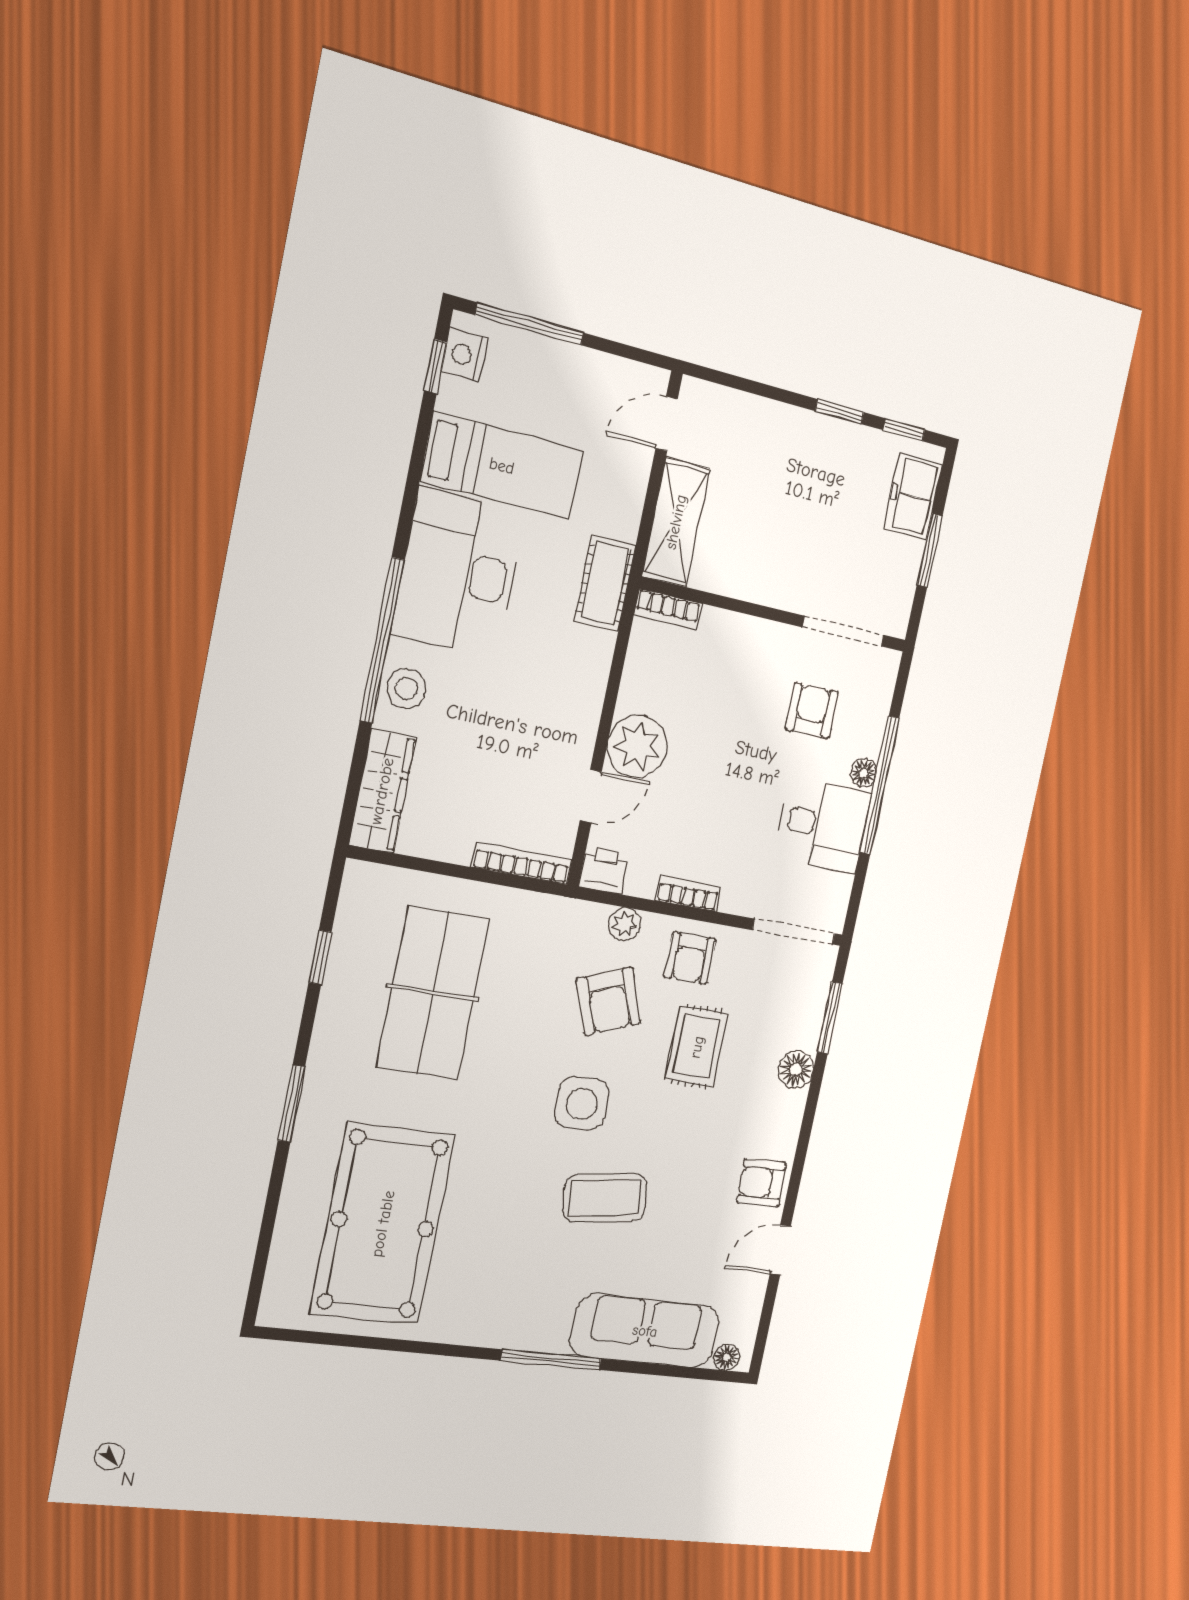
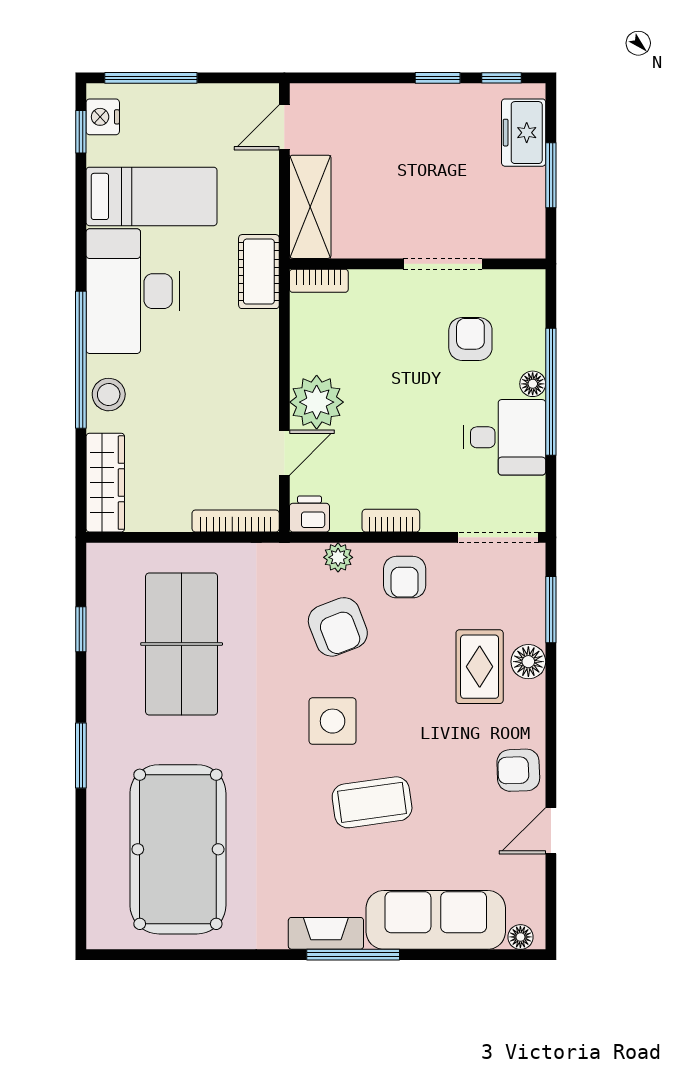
doorway: (843, 631) -> (443, 264), moved
rug: (697, 1047) -> (480, 667), moved
fireplace: (527, 1334) -> (326, 933), added

